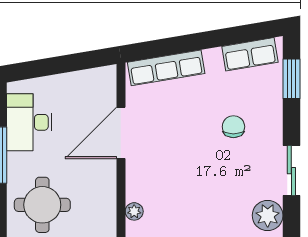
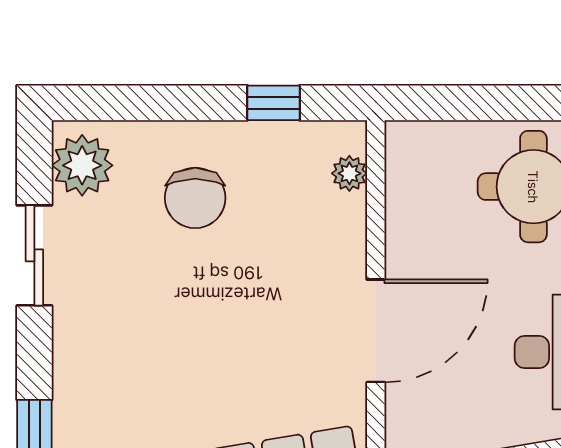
chair: (233, 127) -> (195, 198), moved, width x1.37, depth x1.37

